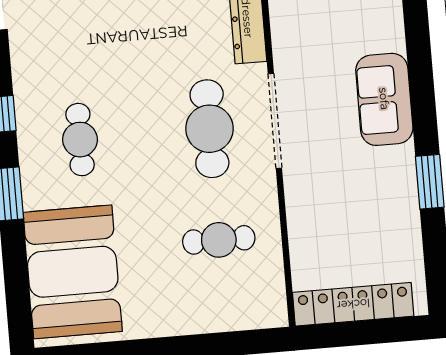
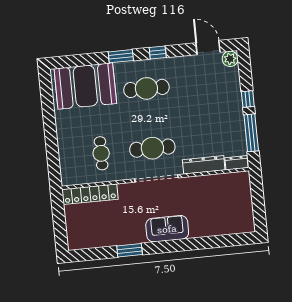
cafe table: (80, 140) -> (146, 88), width x1.37, depth x1.35
locker: (353, 304) -> (90, 194), moved, turned 90

